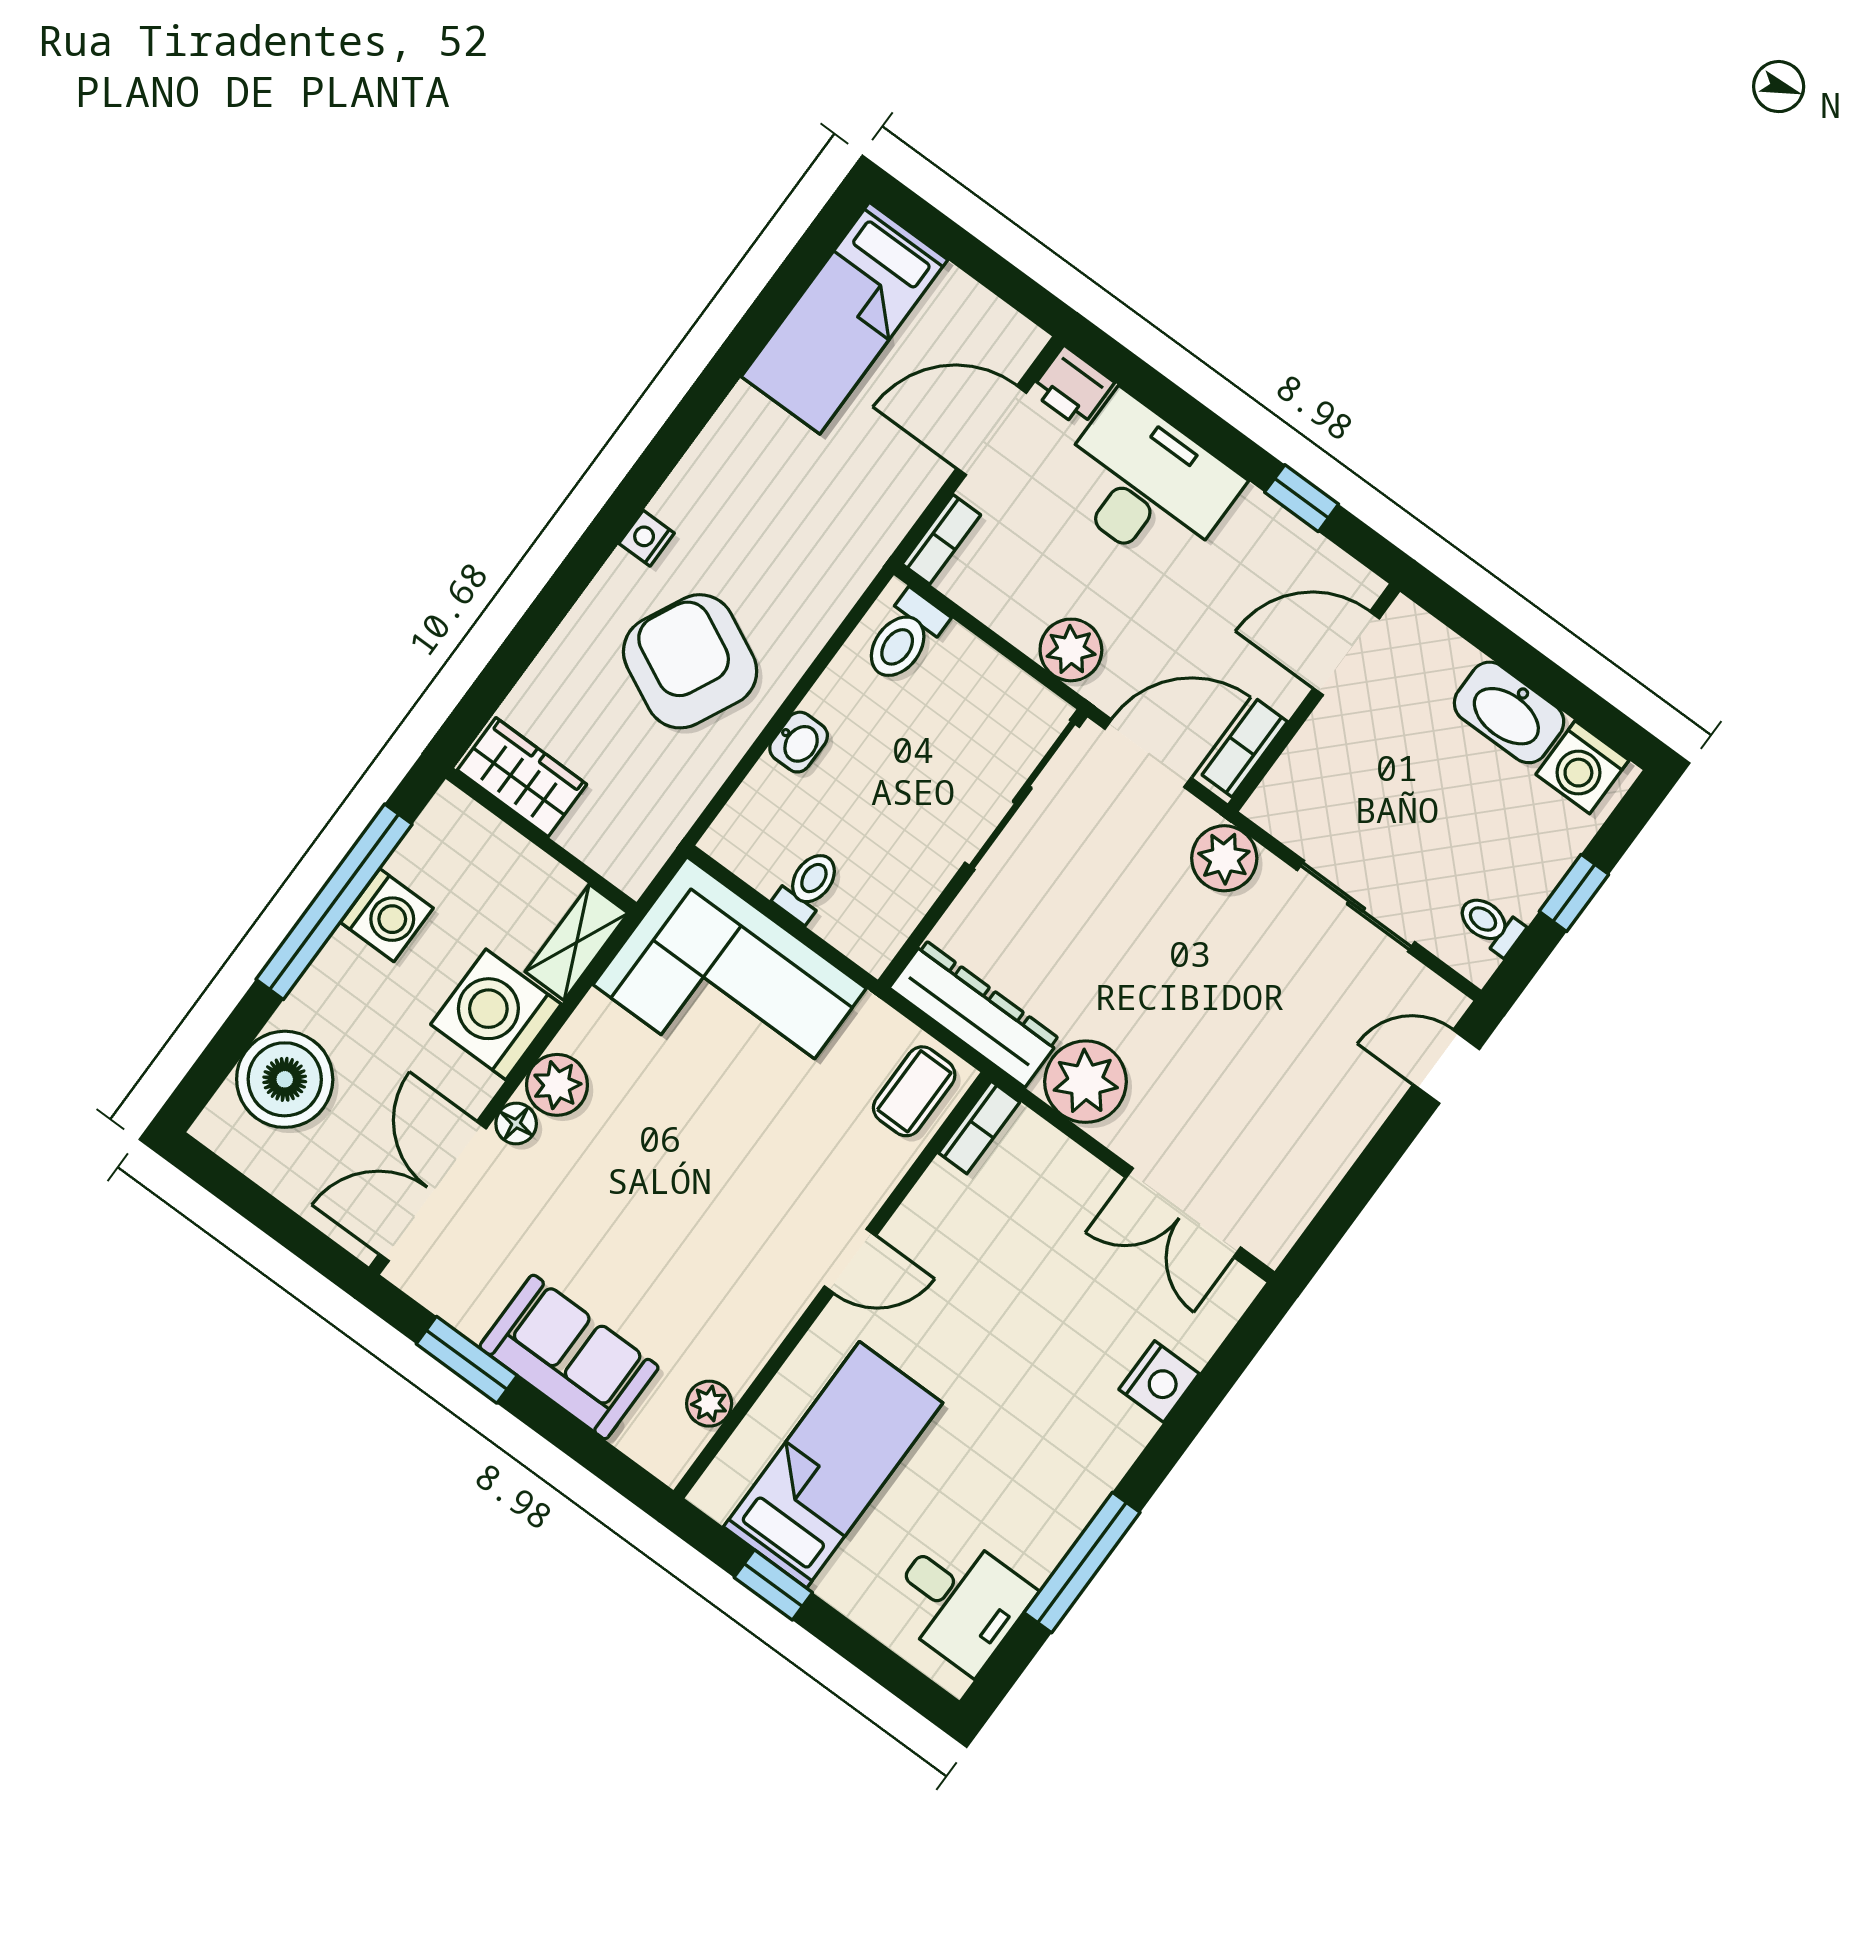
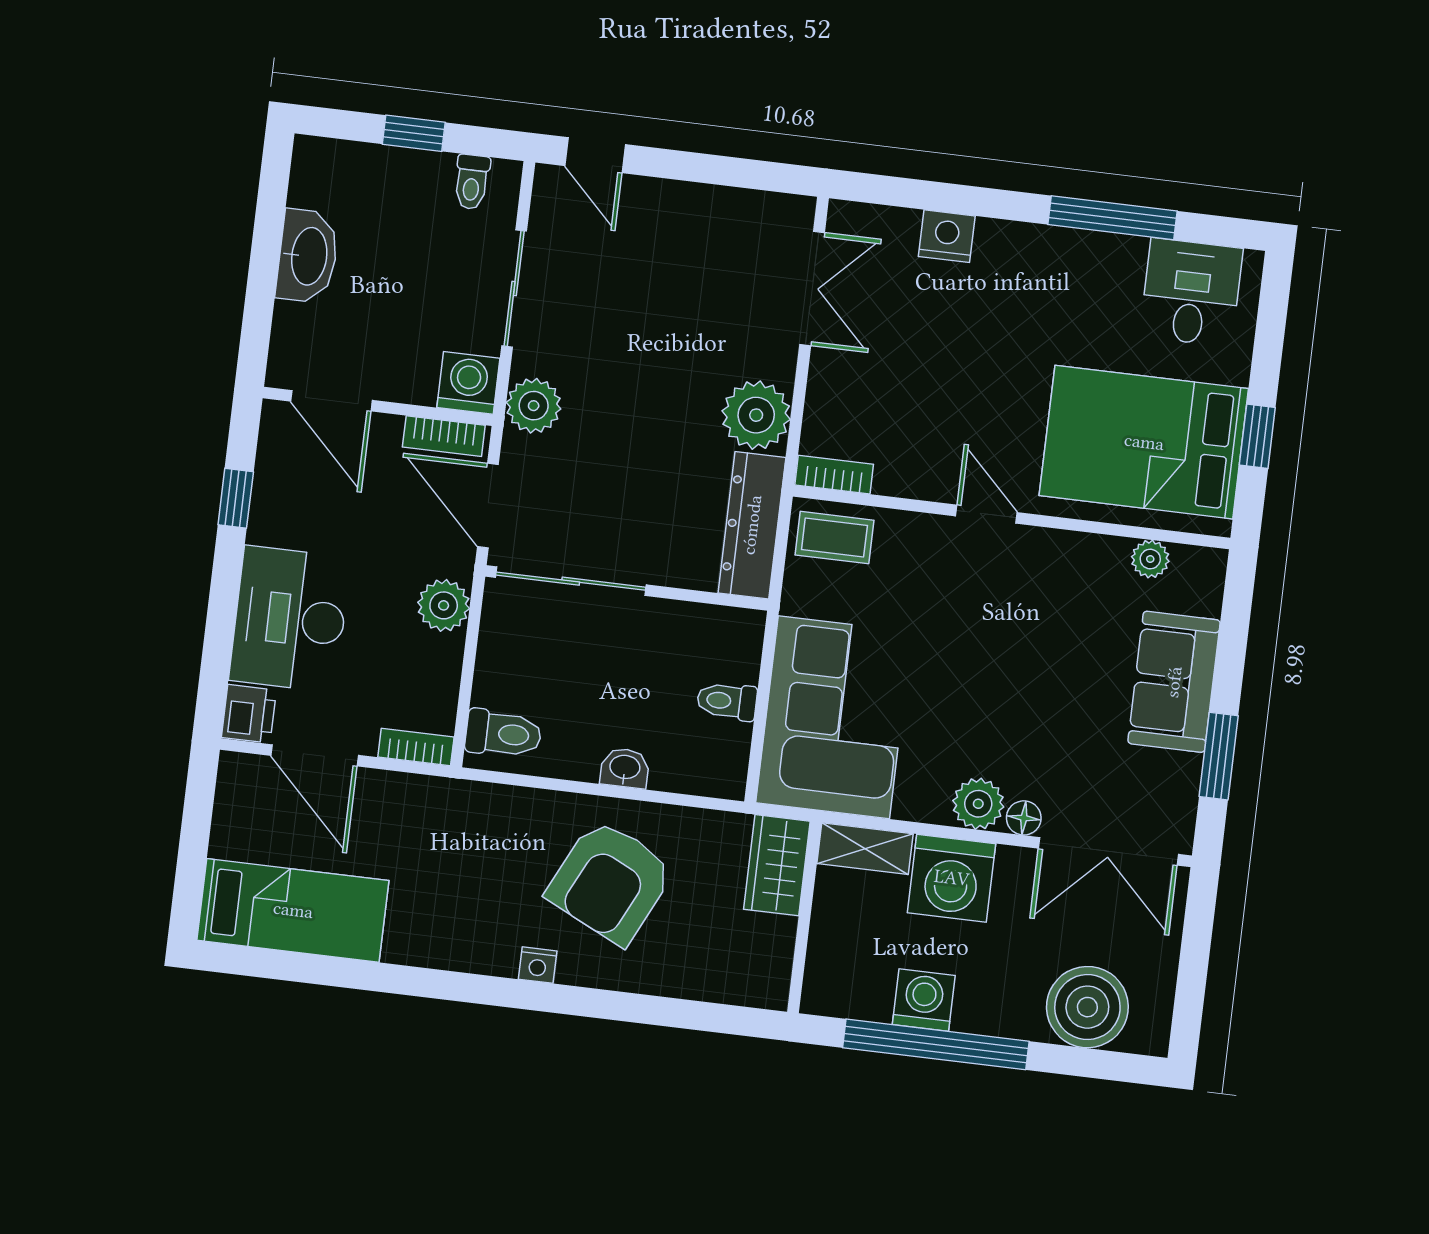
washing machine: (1582, 767) -> (468, 383), moved, turned -90
wardrobe: (522, 777) -> (777, 865), moved
bed: (833, 1465) -> (1144, 442), width x1.50

